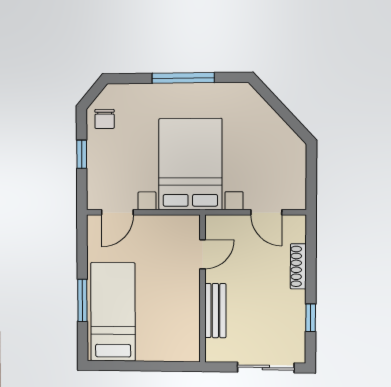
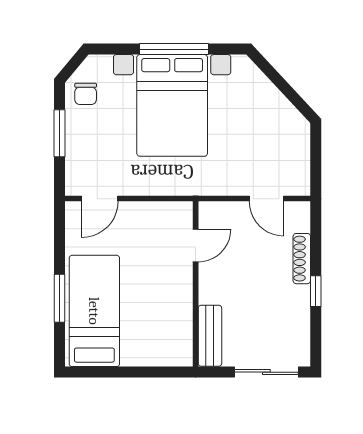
window: (82, 154) -> (59, 133), width x1.50
bed with nightstands: (190, 164) -> (172, 105), moved, turned 180
bench: (215, 311) -> (210, 336), moved
window: (311, 318) -> (316, 291), moved

